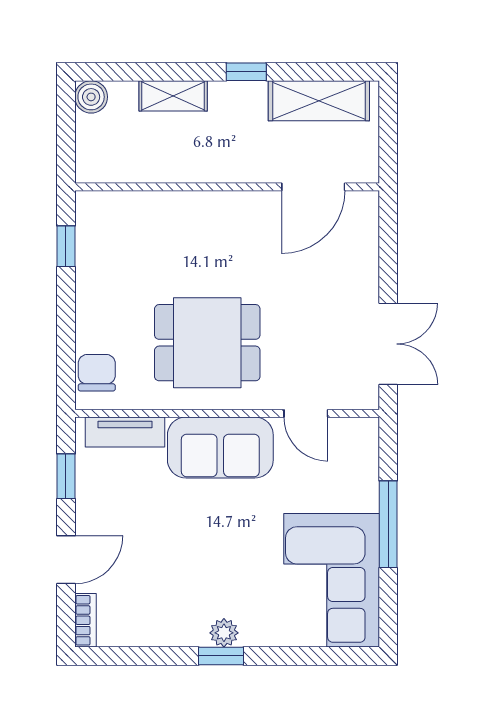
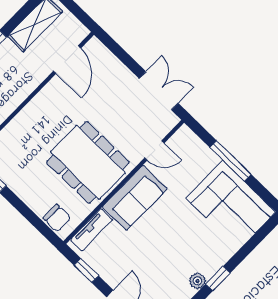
dining table: (207, 343) -> (88, 162), width x1.38
chair: (97, 373) -> (57, 218), turned 180
plant: (224, 633) -> (198, 281), moved

